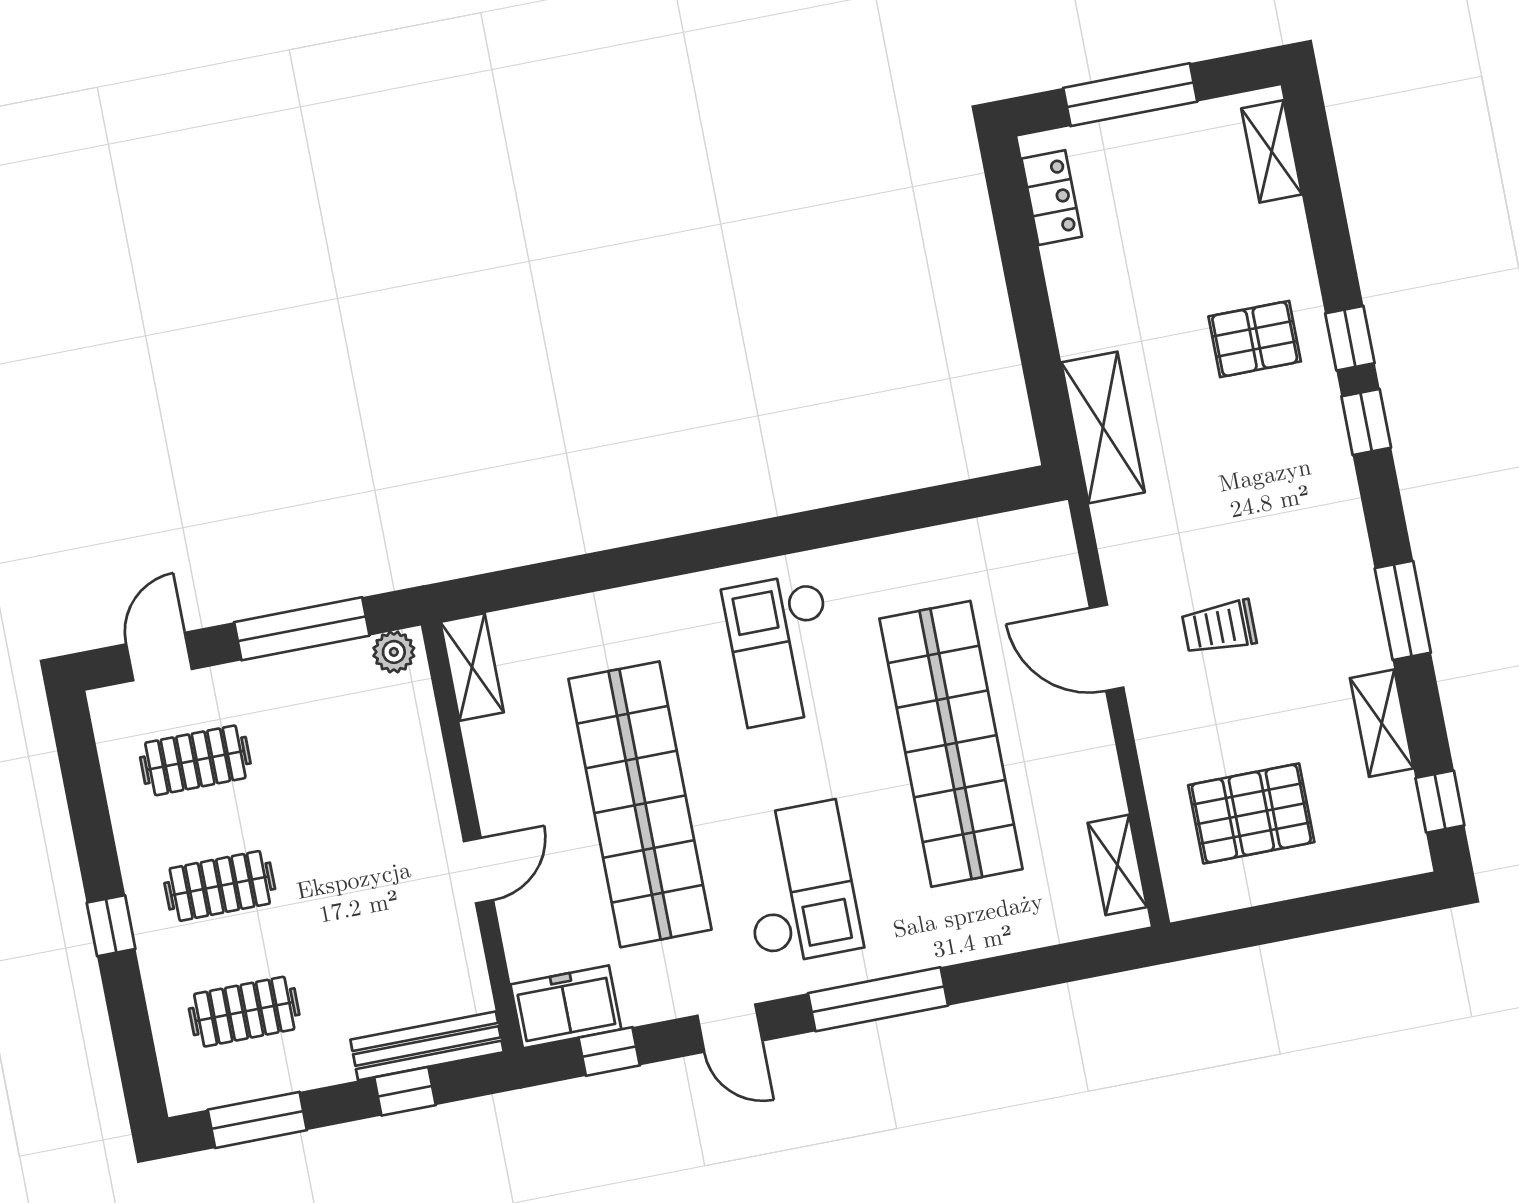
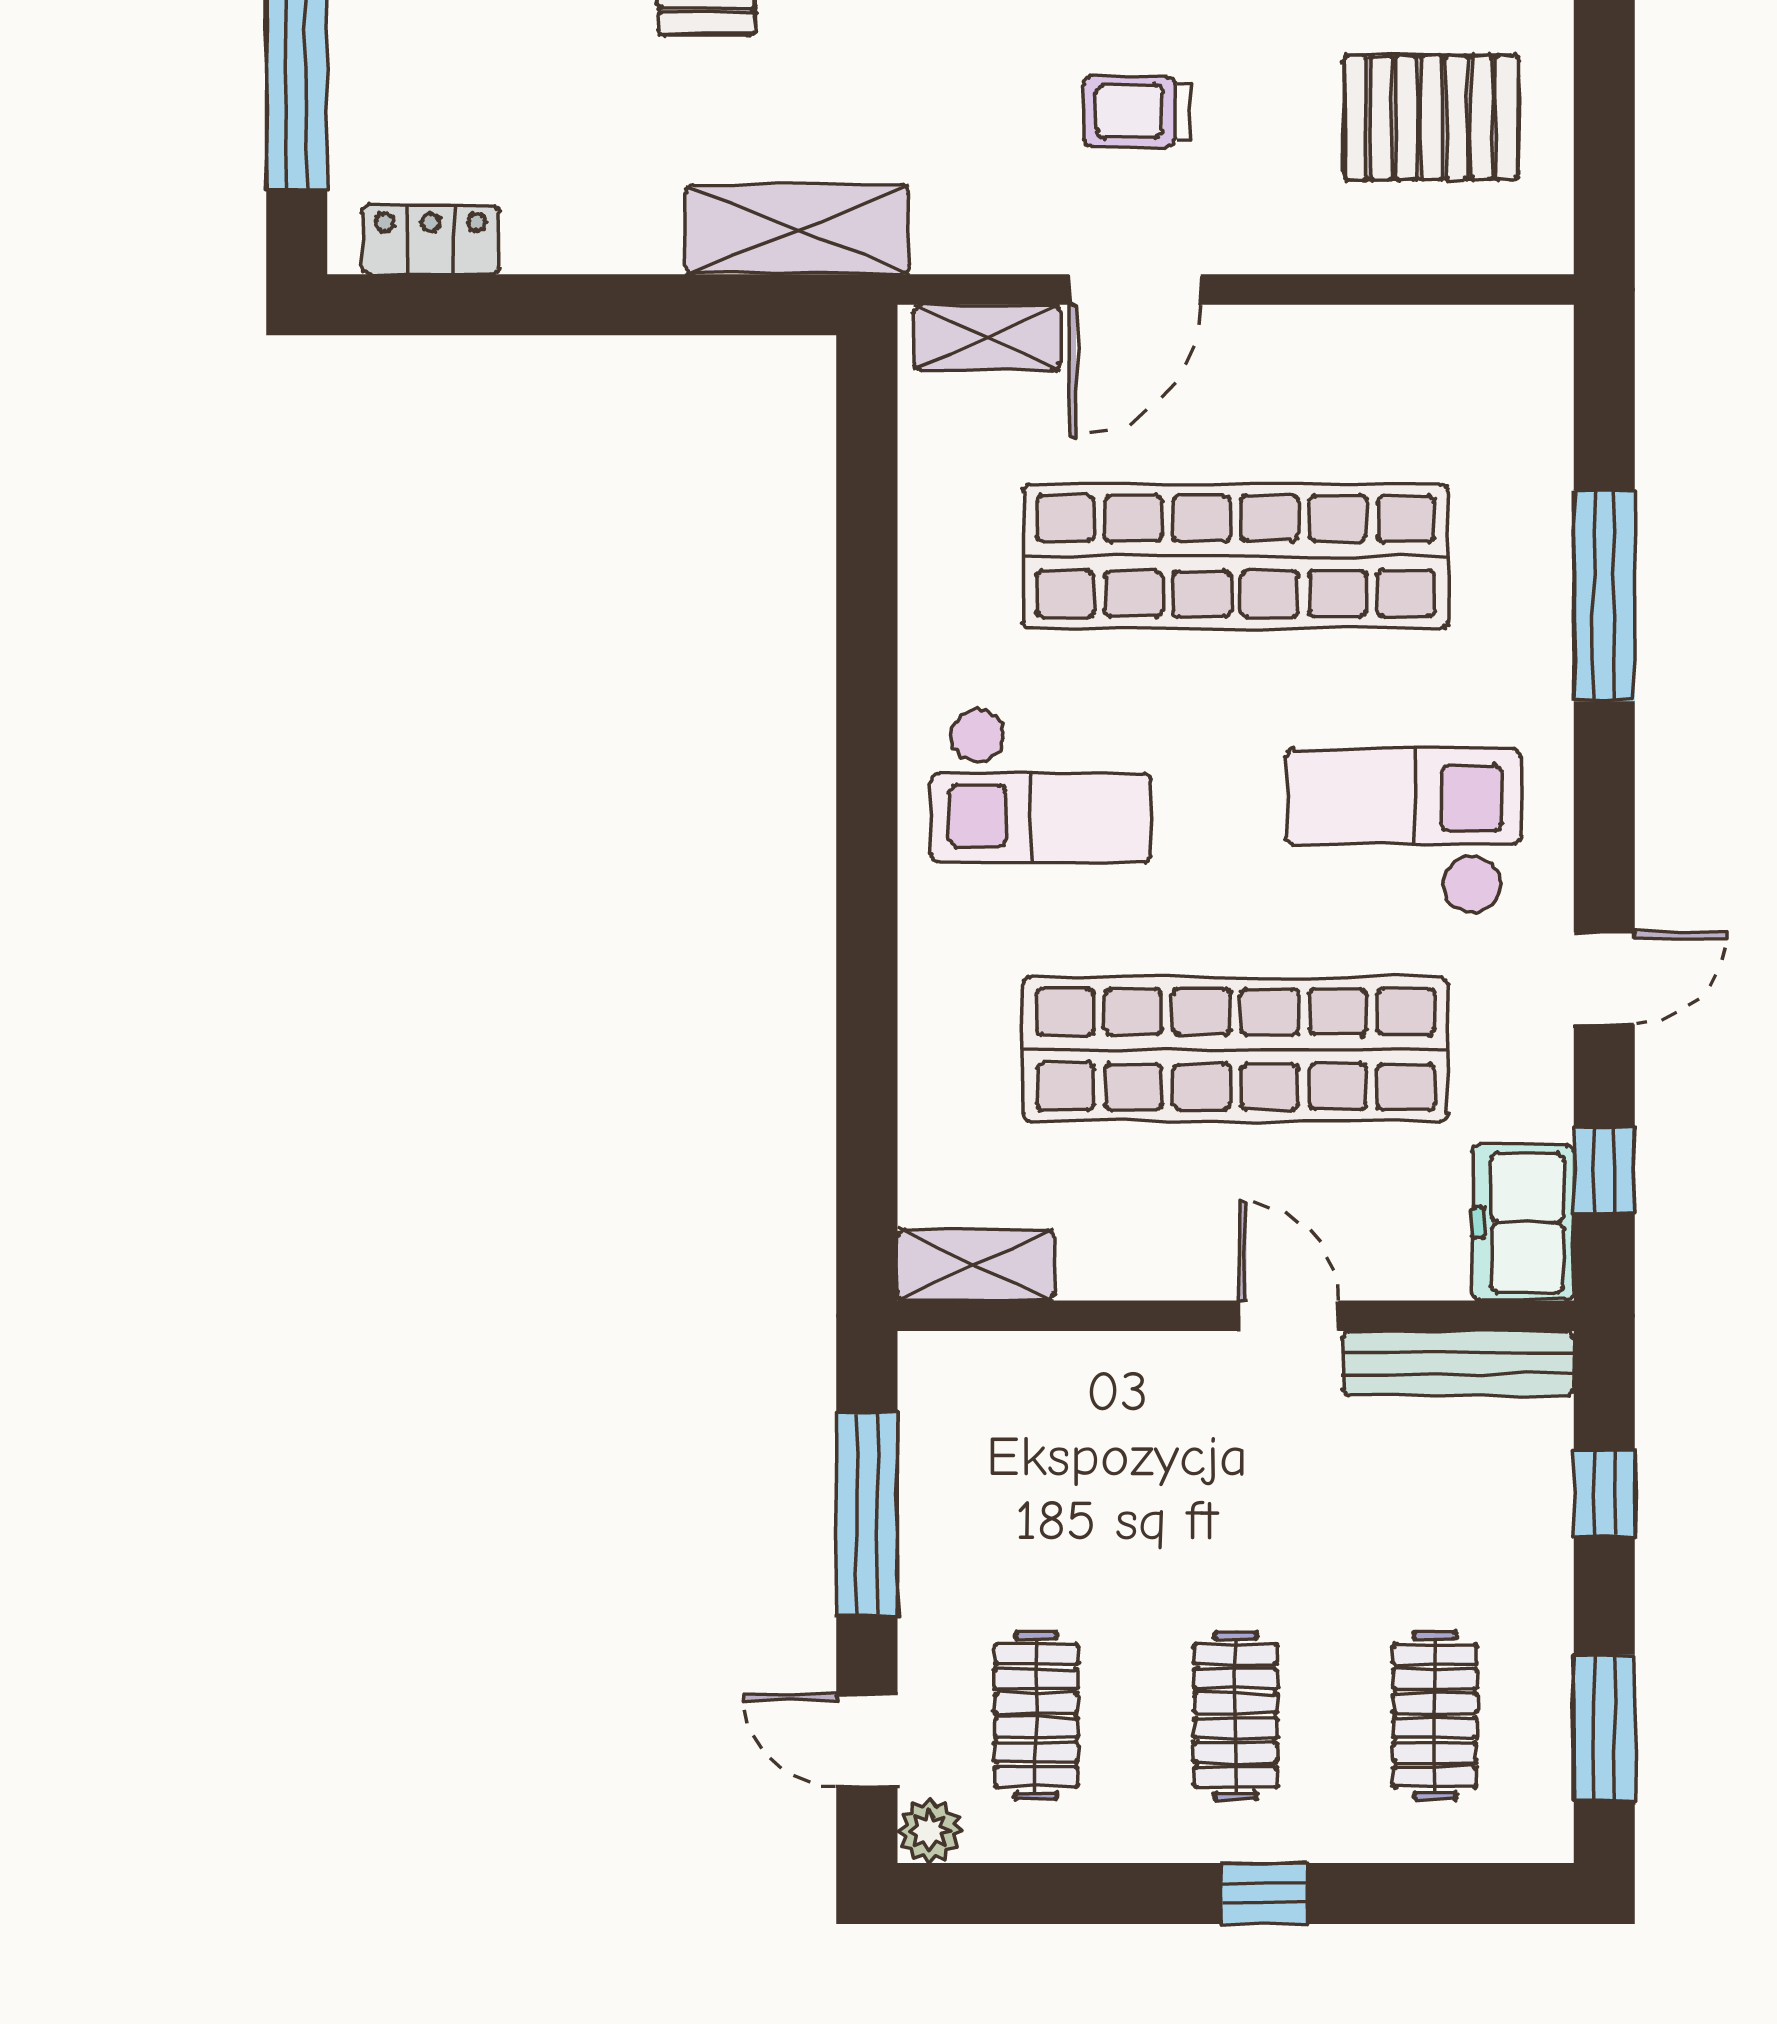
trolley: (1219, 627) -> (1137, 111), turned 90
plant: (394, 652) -> (930, 1831), moved
pallet: (1251, 814) -> (1431, 118), turned 90
shelving: (1117, 865) -> (987, 338), moved
window: (878, 999) -> (1604, 596), moved
bench: (427, 1046) -> (1458, 1363), moved, turned 90

